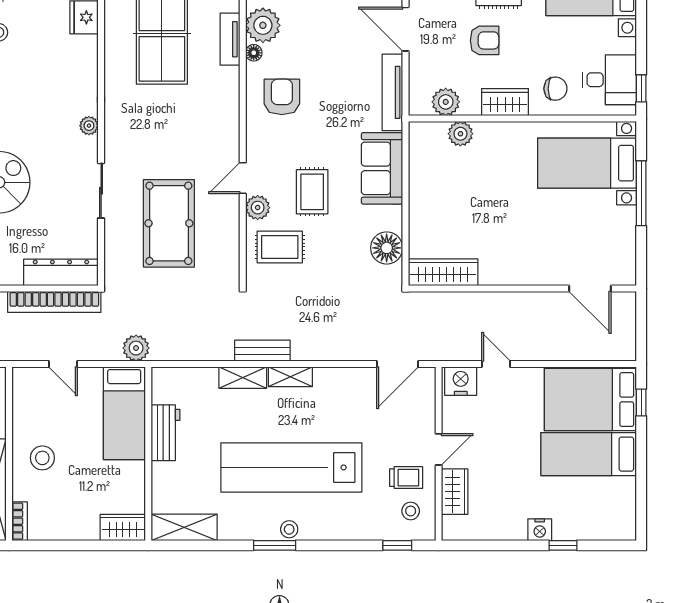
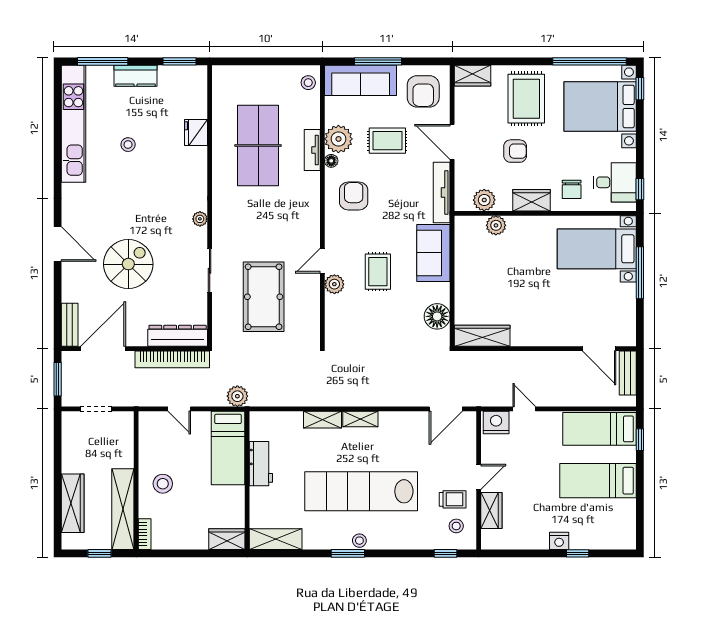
chair: (555, 89) -> (572, 189), turned 90
rug: (280, 247) -> (387, 141), moved
bench: (262, 351) -> (628, 373), moved, turned 90
bed: (590, 400) -> (599, 429), width x0.67

